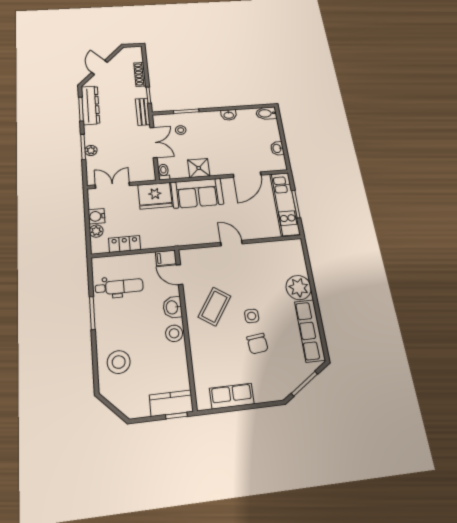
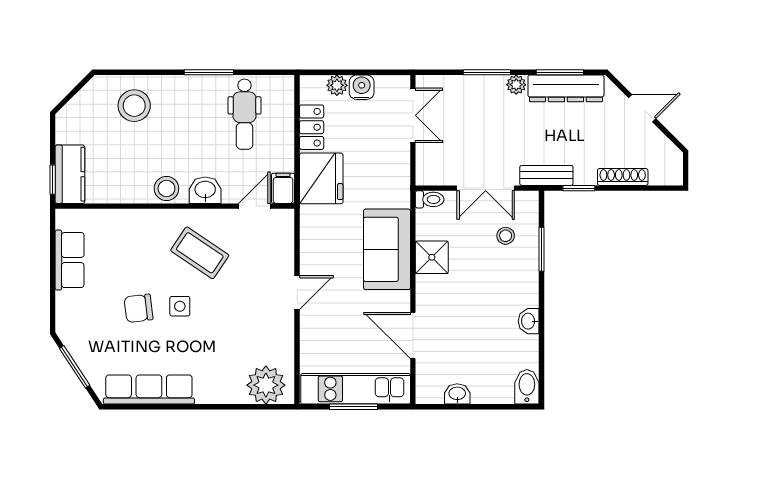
plant: (91, 150) -> (516, 85), moved
fridge: (155, 196) -> (321, 178), moved, turned 180
plant: (299, 288) -> (266, 385), moved

